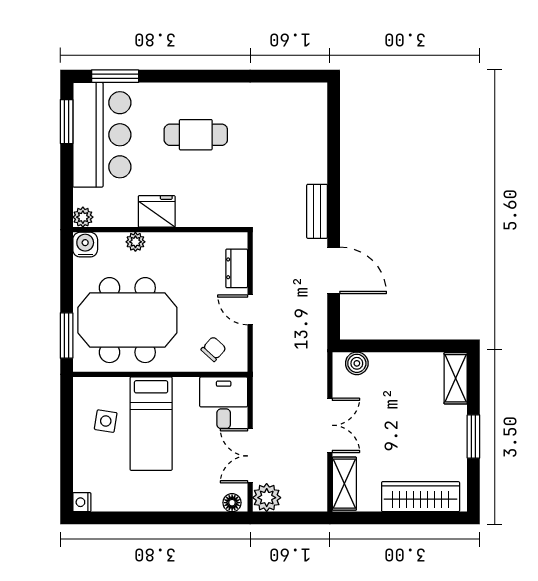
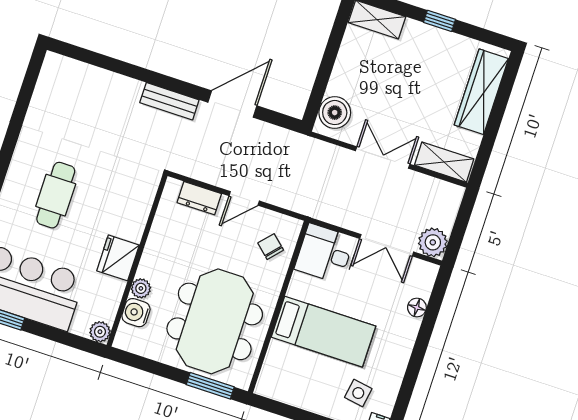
water cooler: (85, 245) -> (136, 313), moved
boiler: (357, 363) -> (335, 113), width x1.36, depth x1.36
side table: (106, 421) -> (358, 393), moved
window: (473, 436) -> (440, 21), width x0.67
floor lamp: (232, 503) -> (417, 308), moved

